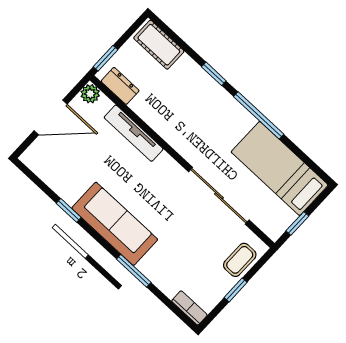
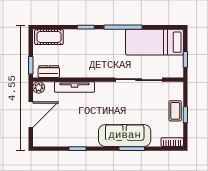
sofa: (115, 224) -> (125, 135), moved
coffee table: (240, 260) -> (175, 111), moved

